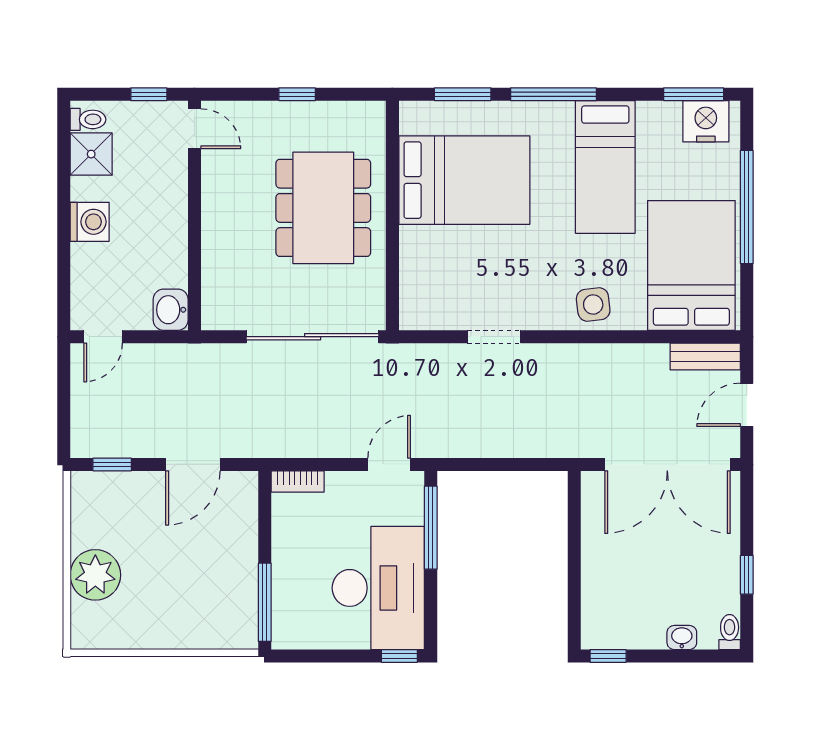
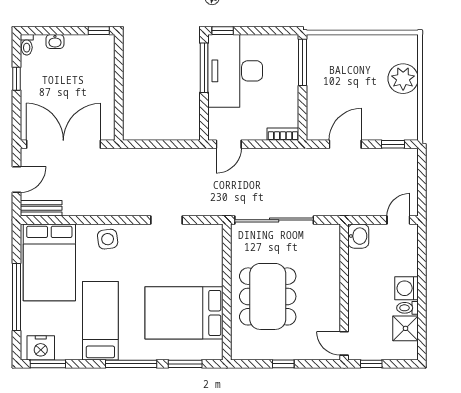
toilet: (88, 119) -> (407, 308), moved
window: (431, 528) -> (204, 68), moved

